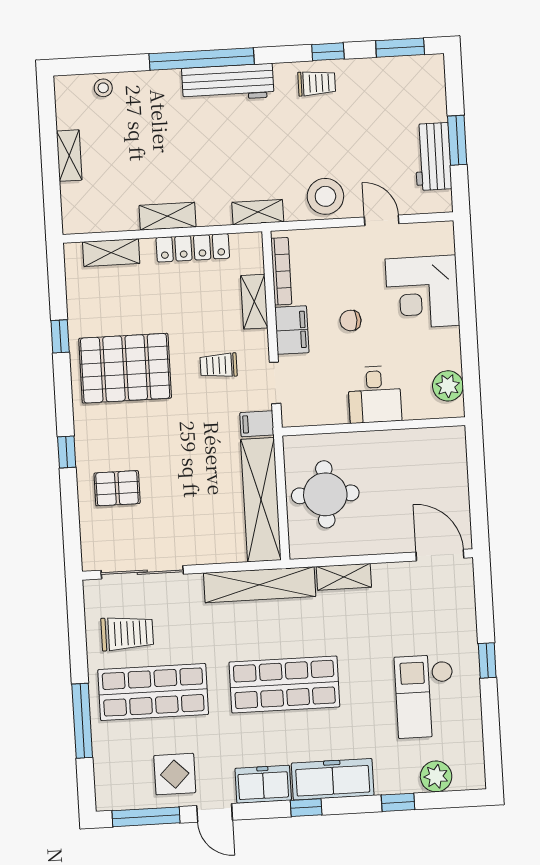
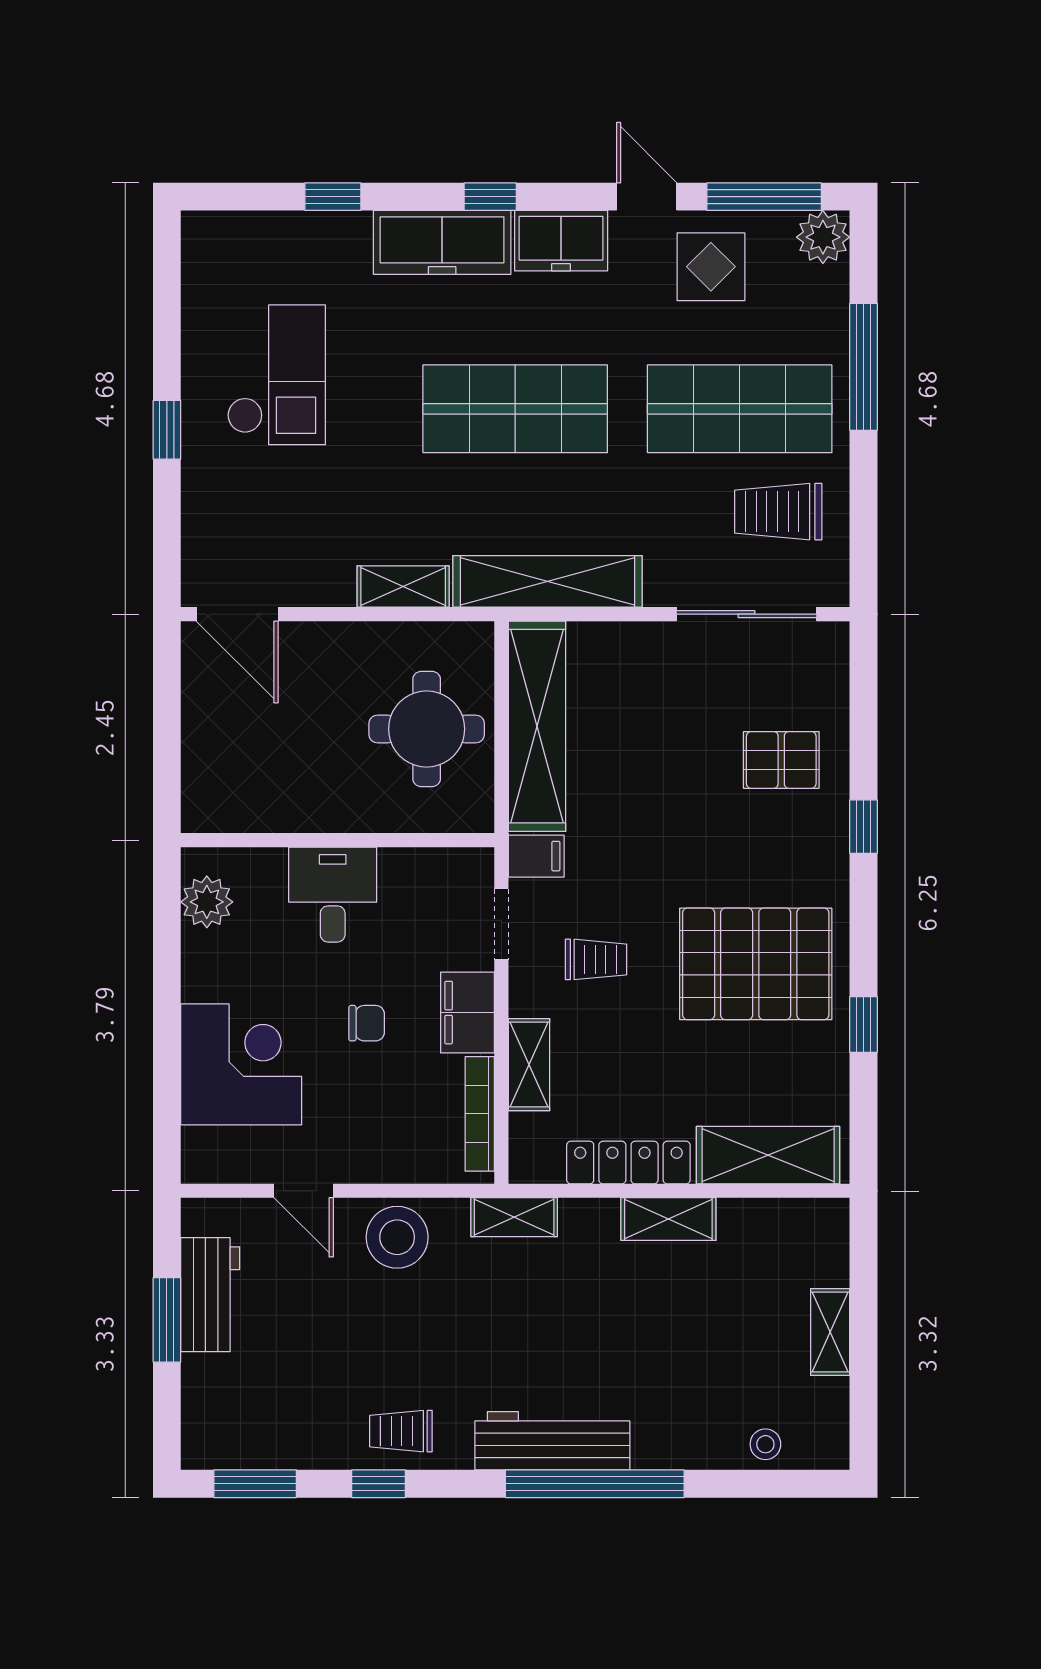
shelving: (111, 253) -> (768, 1155), width x1.50, depth x1.33
plant: (436, 776) -> (823, 237), moved

